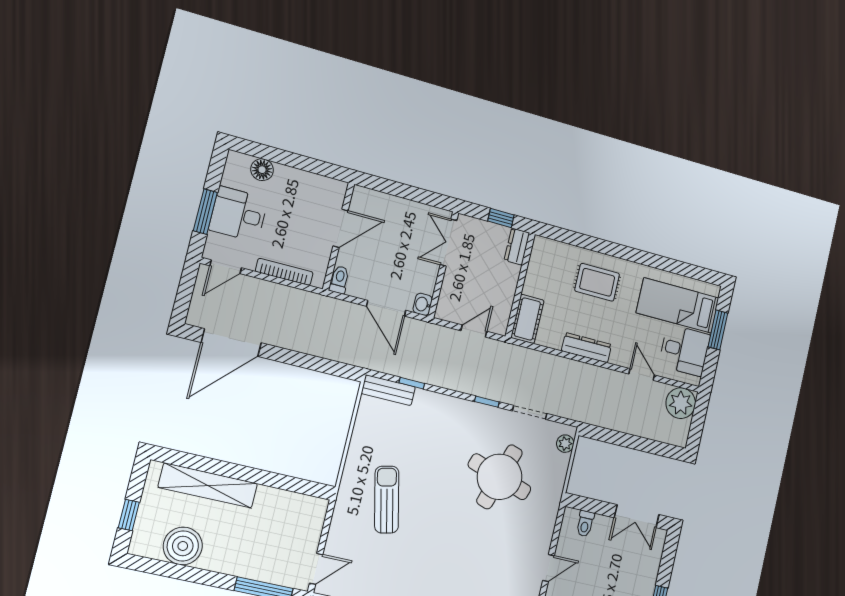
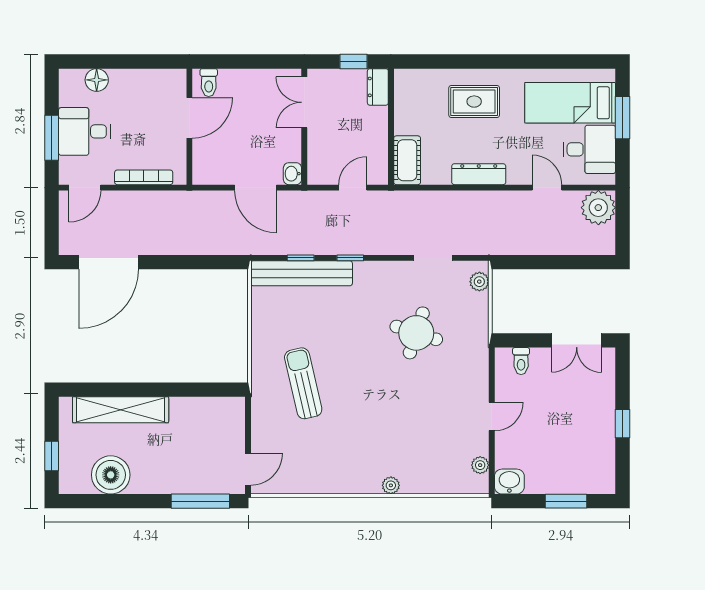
toilet: (339, 280) -> (209, 83), moved, turned 180
bench: (388, 390) -> (302, 273), width x1.86, depth x1.21
window: (487, 402) -> (350, 258), moved
round table: (499, 477) -> (416, 333), width x0.73, depth x0.73

